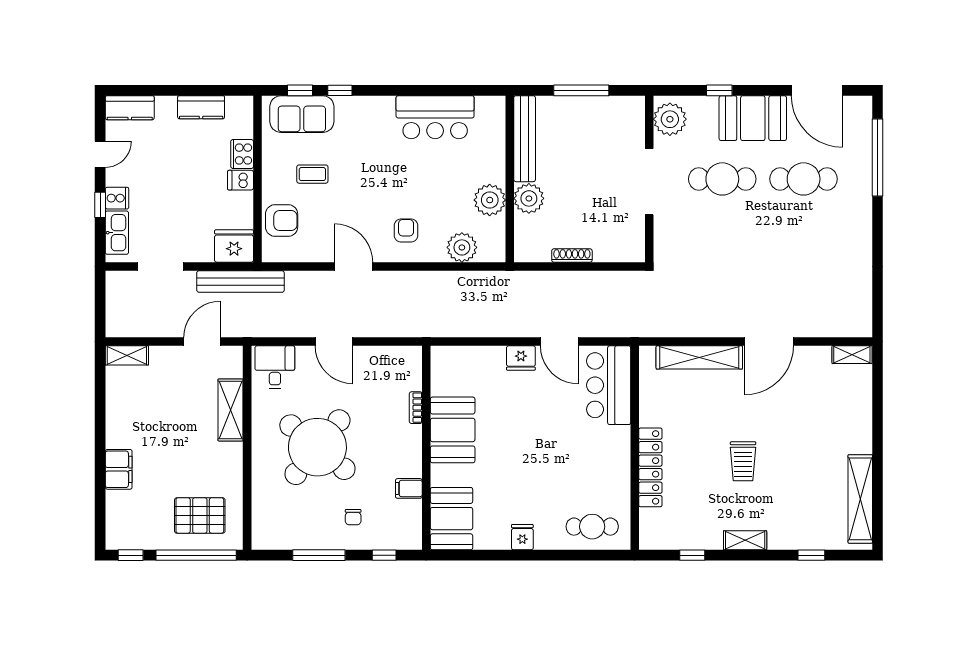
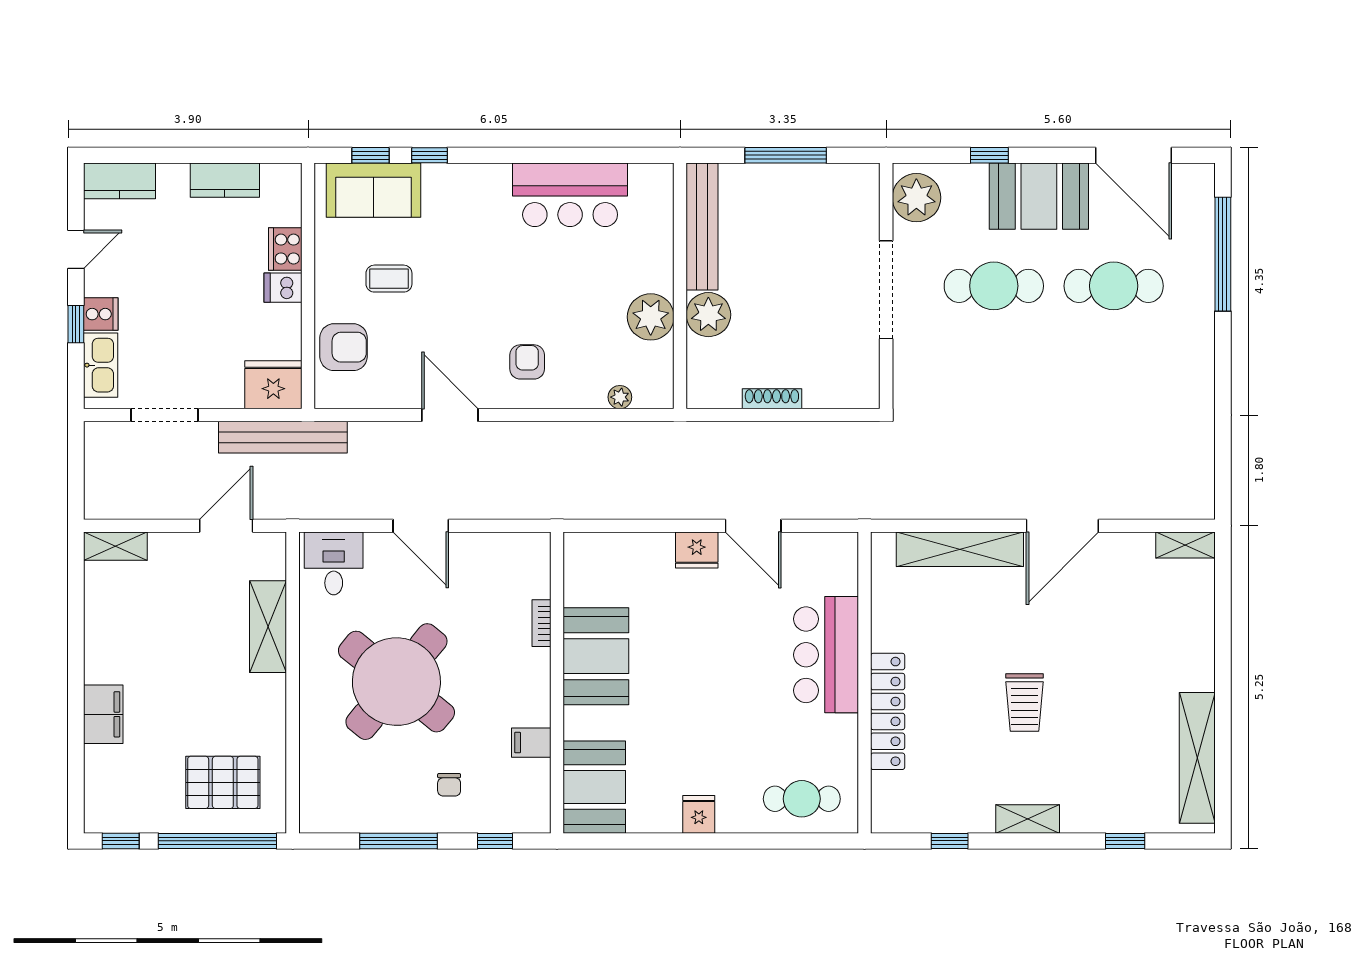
plant: (462, 247) -> (620, 397), width x0.53, depth x0.53
bar counter: (609, 385) -> (826, 655), moved

